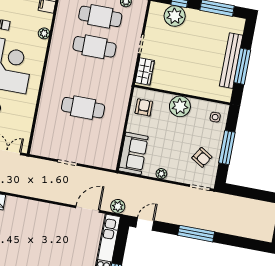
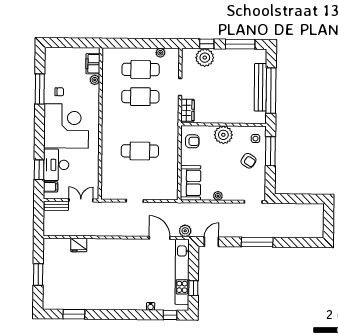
plant: (44, 33) -> (95, 80), moved
window: (242, 66) -> (271, 91), width x1.46
armchair: (144, 107) -> (192, 141), turned 90
window: (227, 148) -> (270, 151), moved
armchair: (202, 157) -> (248, 161), moved
door: (88, 209) -> (160, 238), hinge flipped

